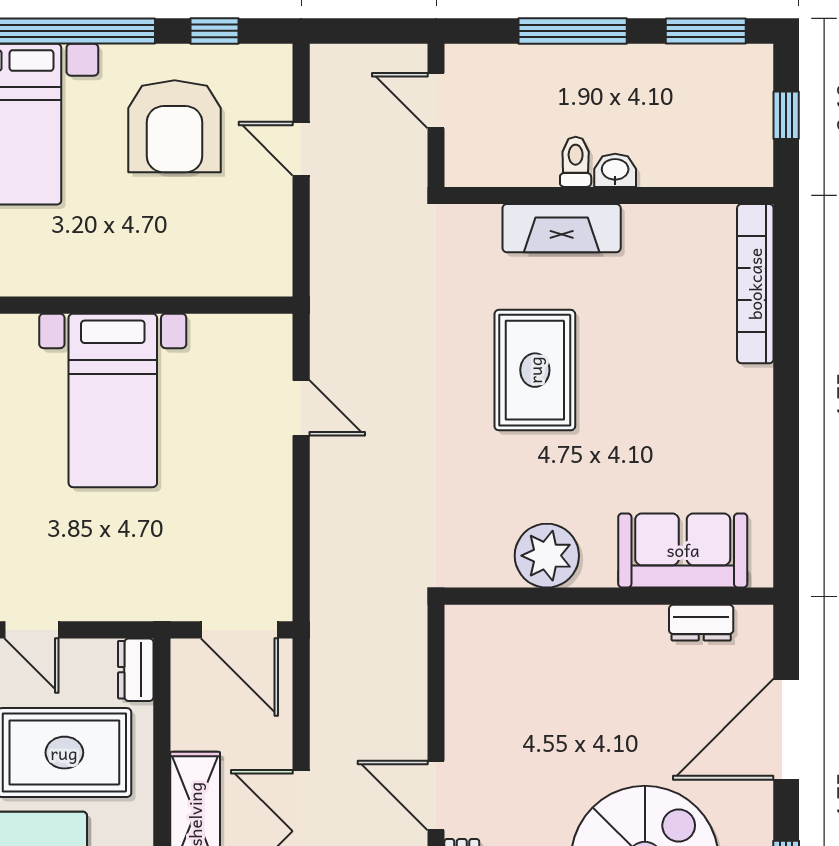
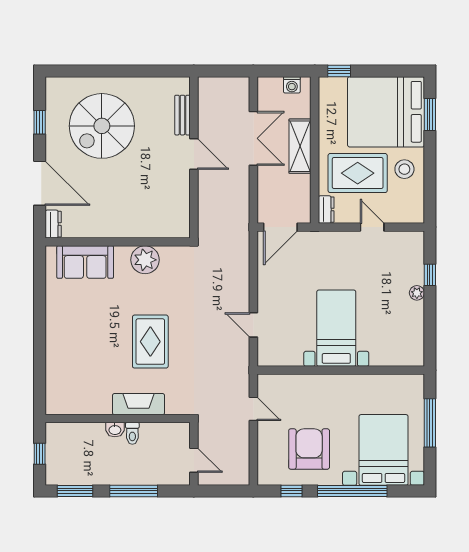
door: (301, 149) -> (253, 409), moved
bookcase: (755, 284) -> (53, 380), removed
dresser: (701, 623) -> (53, 224), moved, turned 90
door: (239, 630) -> (280, 227), swing flipped
door: (786, 729) -> (40, 183), hinge flipped

